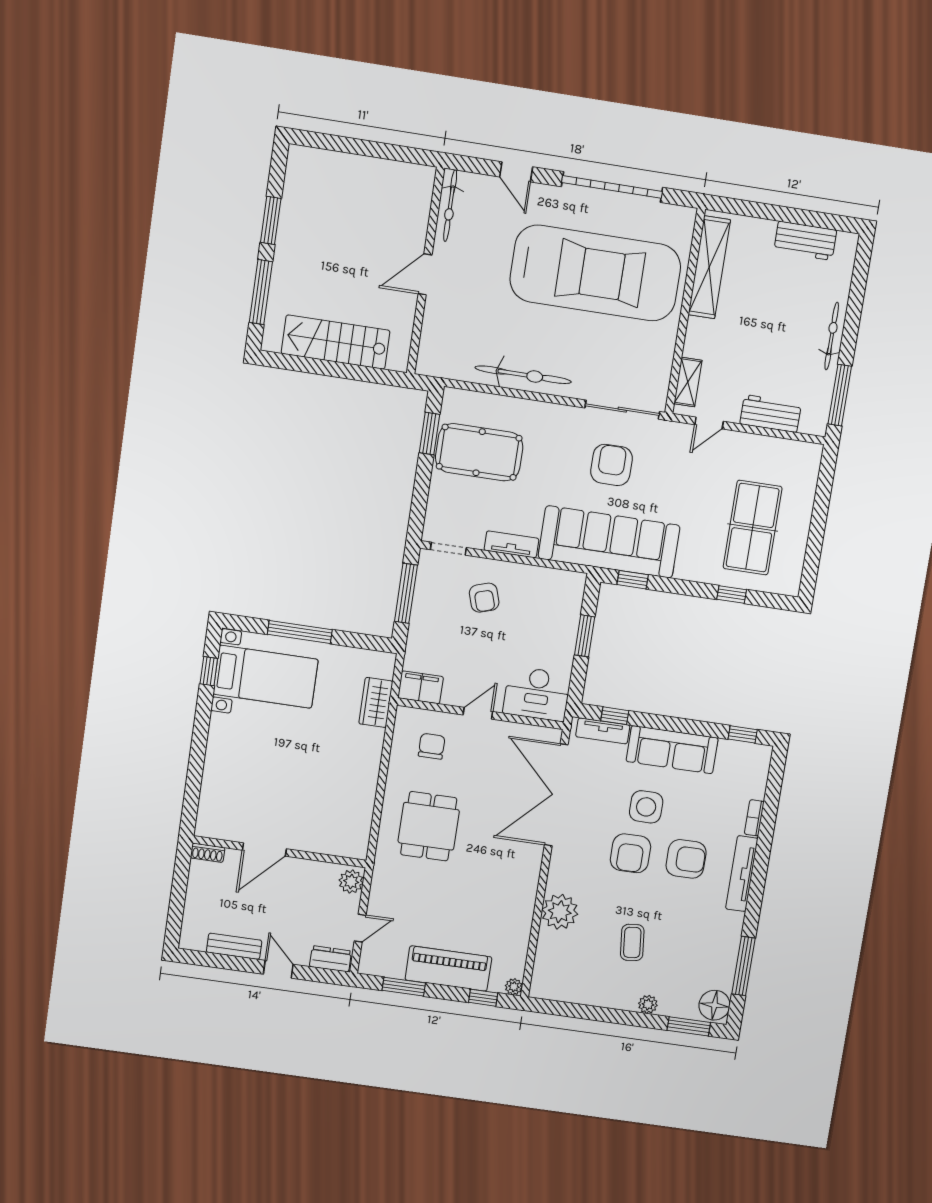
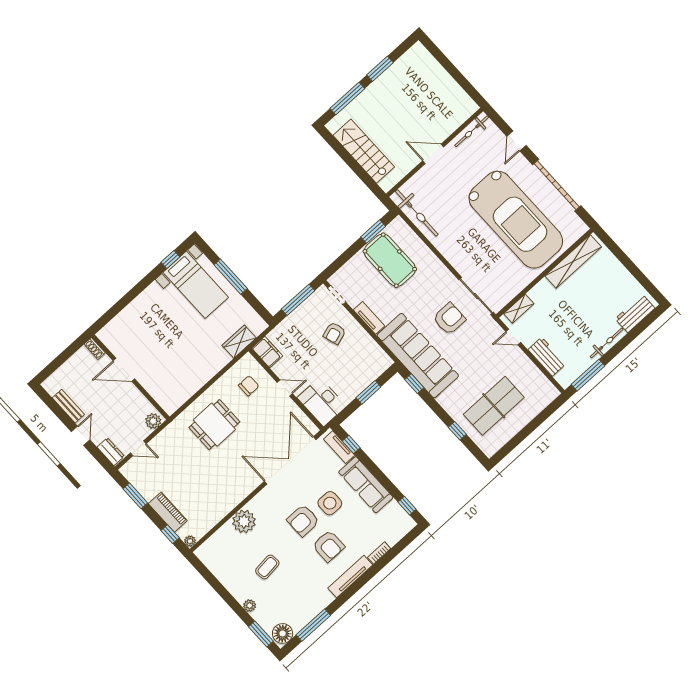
workbench: (805, 241) -> (635, 313), moved, turned 90
bicycle: (523, 375) -> (417, 213), moved
piano: (448, 968) -> (168, 512), width x0.73, depth x0.75

